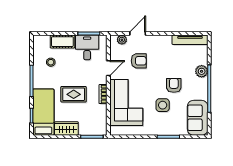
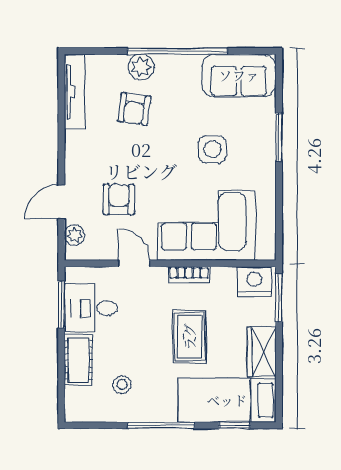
door: (138, 33) -> (61, 202), hinge flipped
armchair: (174, 85) -> (134, 109), moved, turned -82
nightstand: (100, 125) -> (254, 282), added

